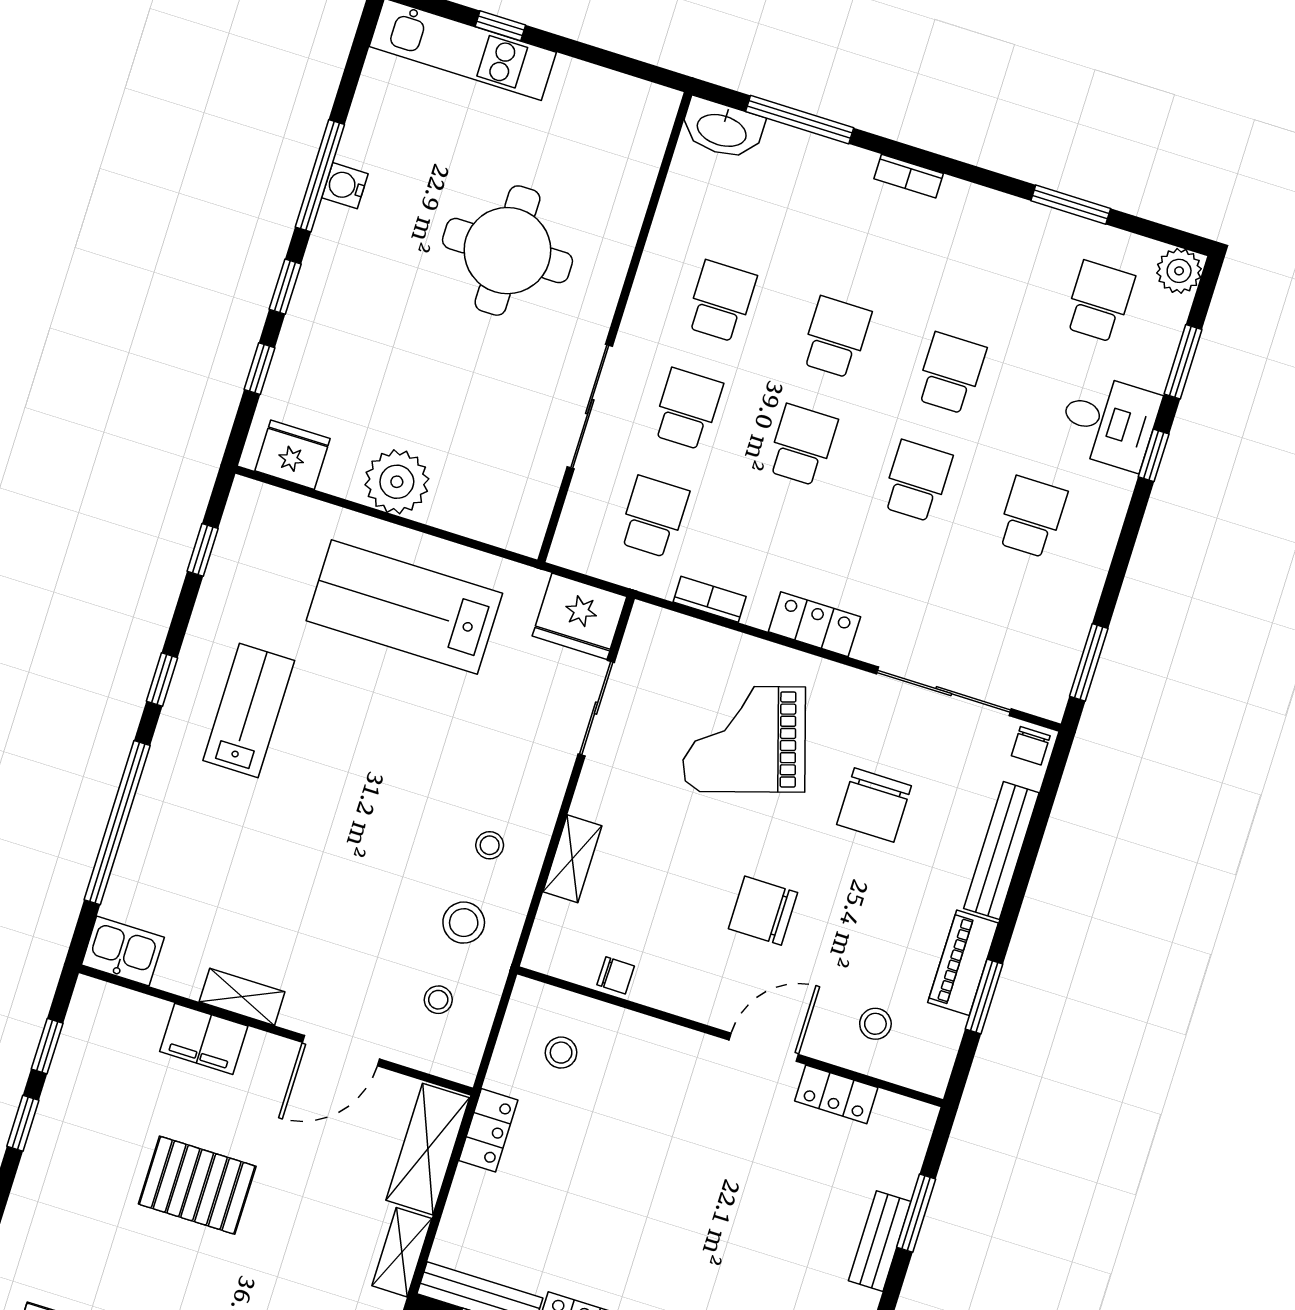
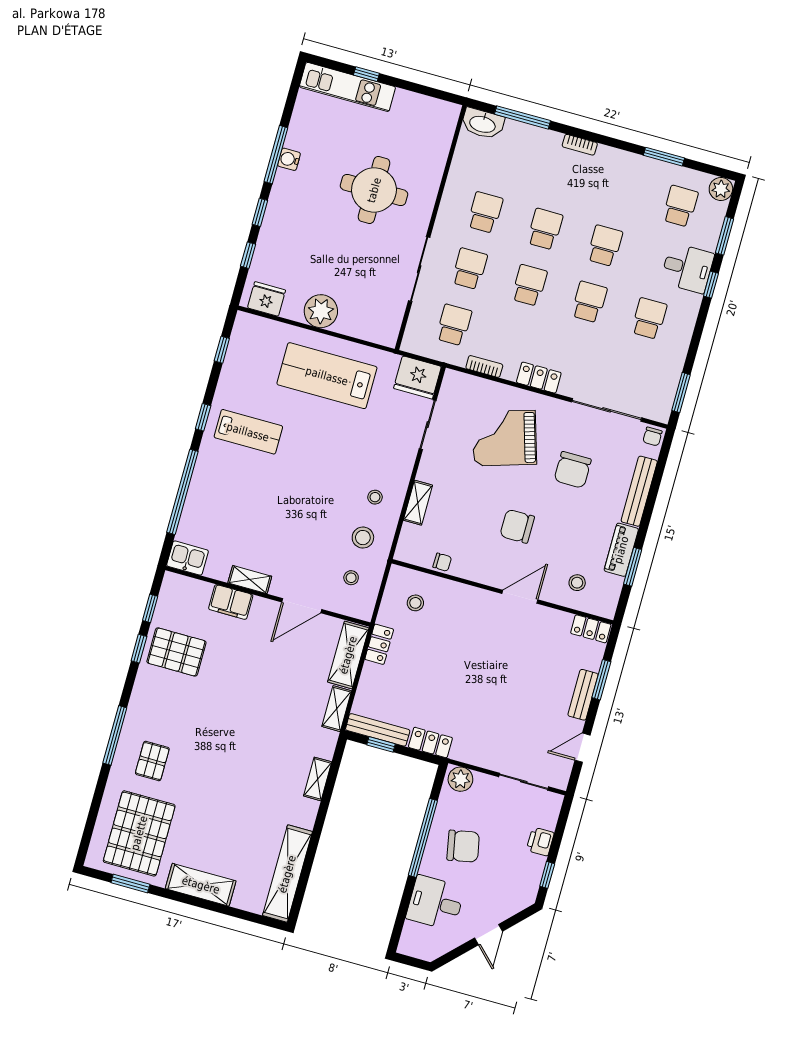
lab bench: (249, 711) -> (248, 432), turned 90
locker: (836, 1094) -> (591, 629), moved
pallet: (197, 1185) -> (176, 652), moved

